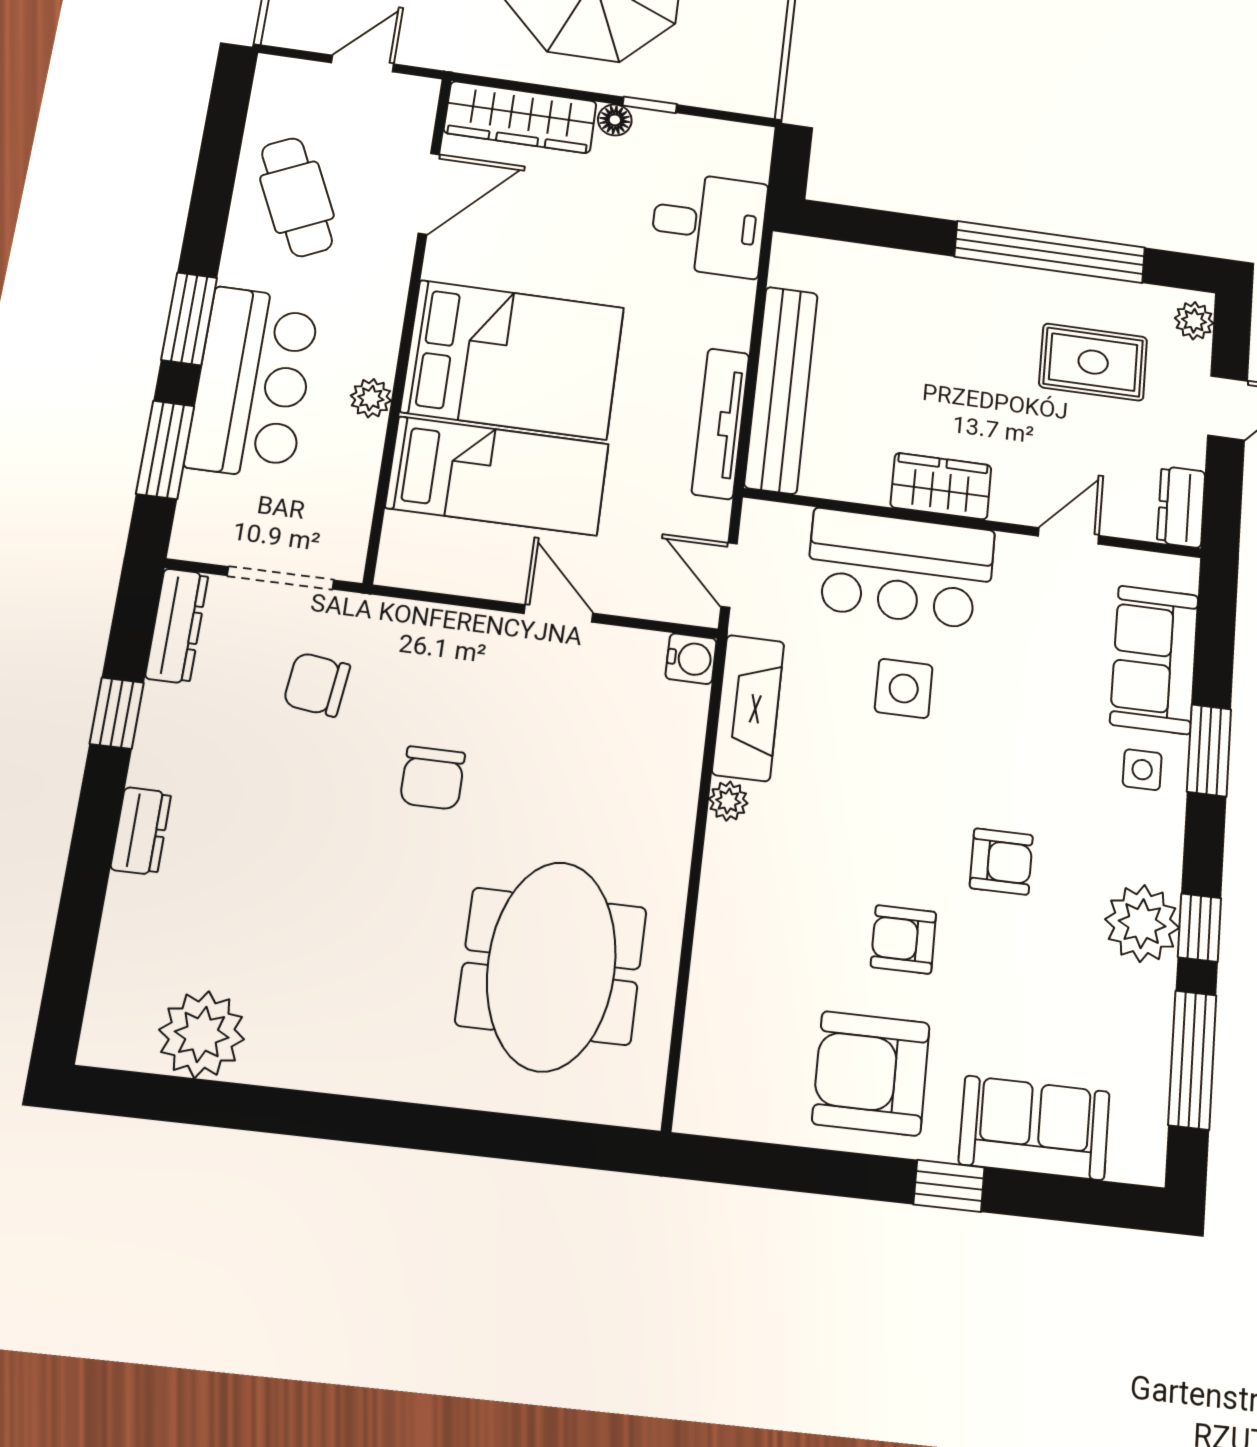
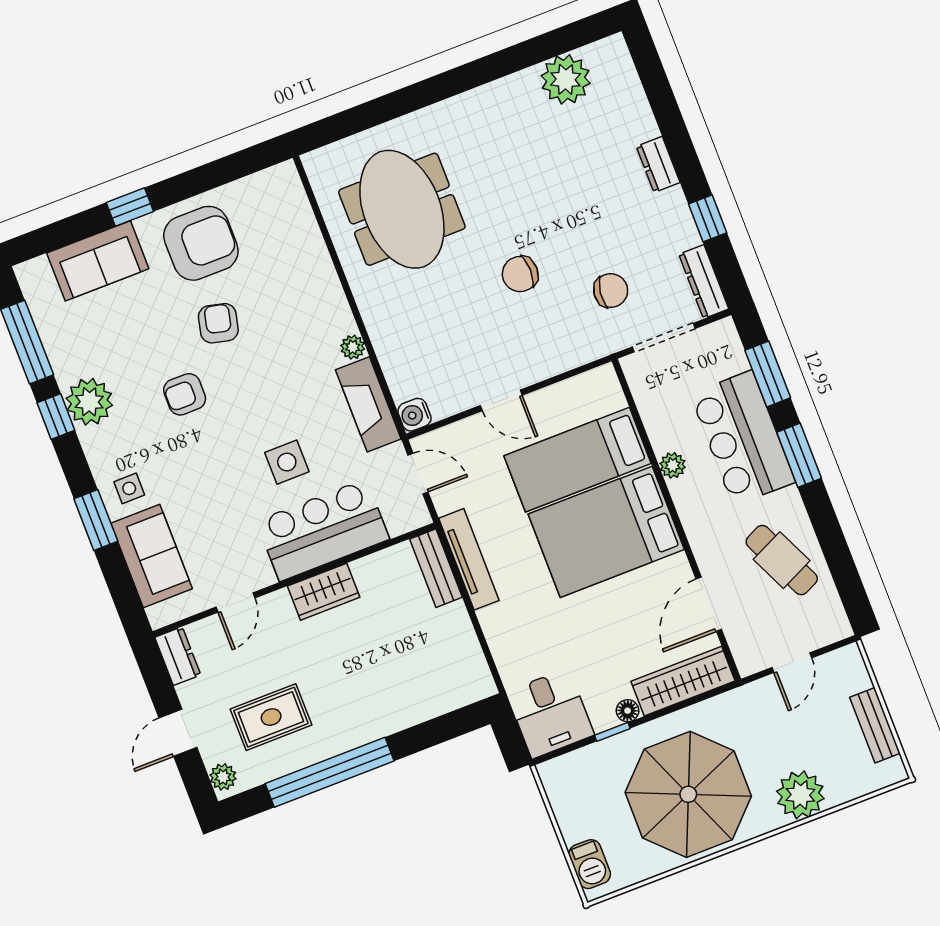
desk: (709, 224) -> (550, 713), moved, turned -90
bench: (781, 389) -> (436, 568), width x0.54, depth x0.82
chair: (432, 778) -> (520, 274), turned -90
armchair: (903, 939) -> (218, 323), turned -77

